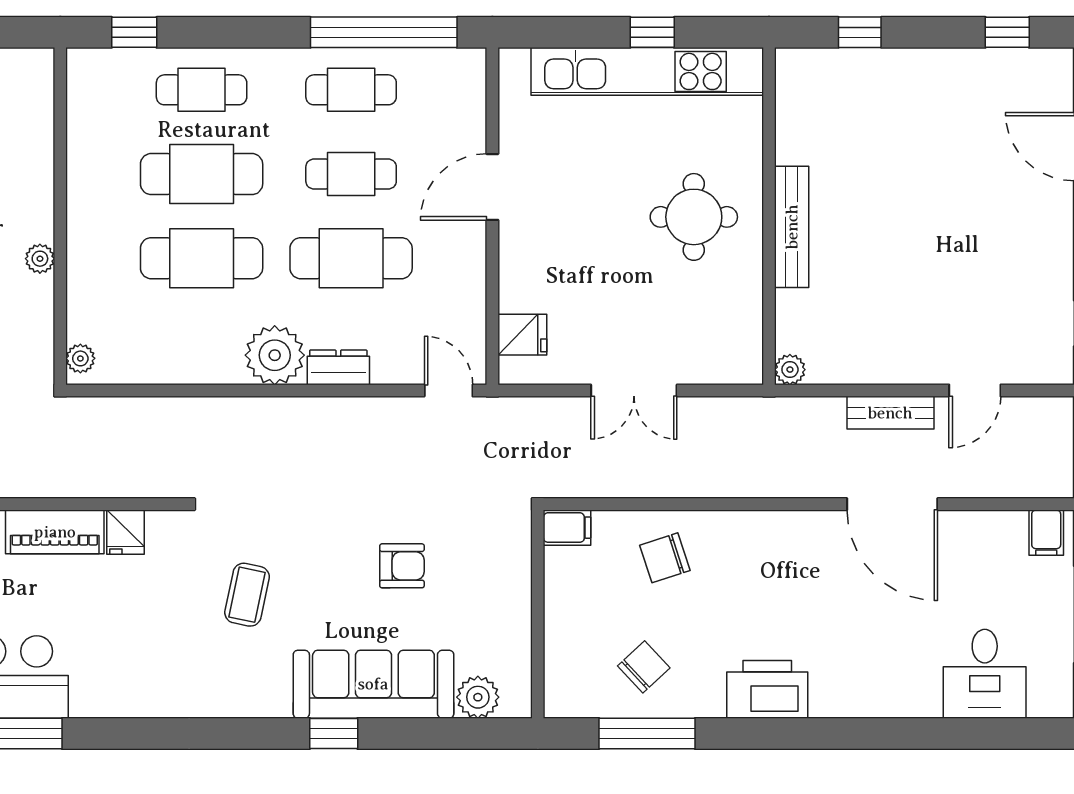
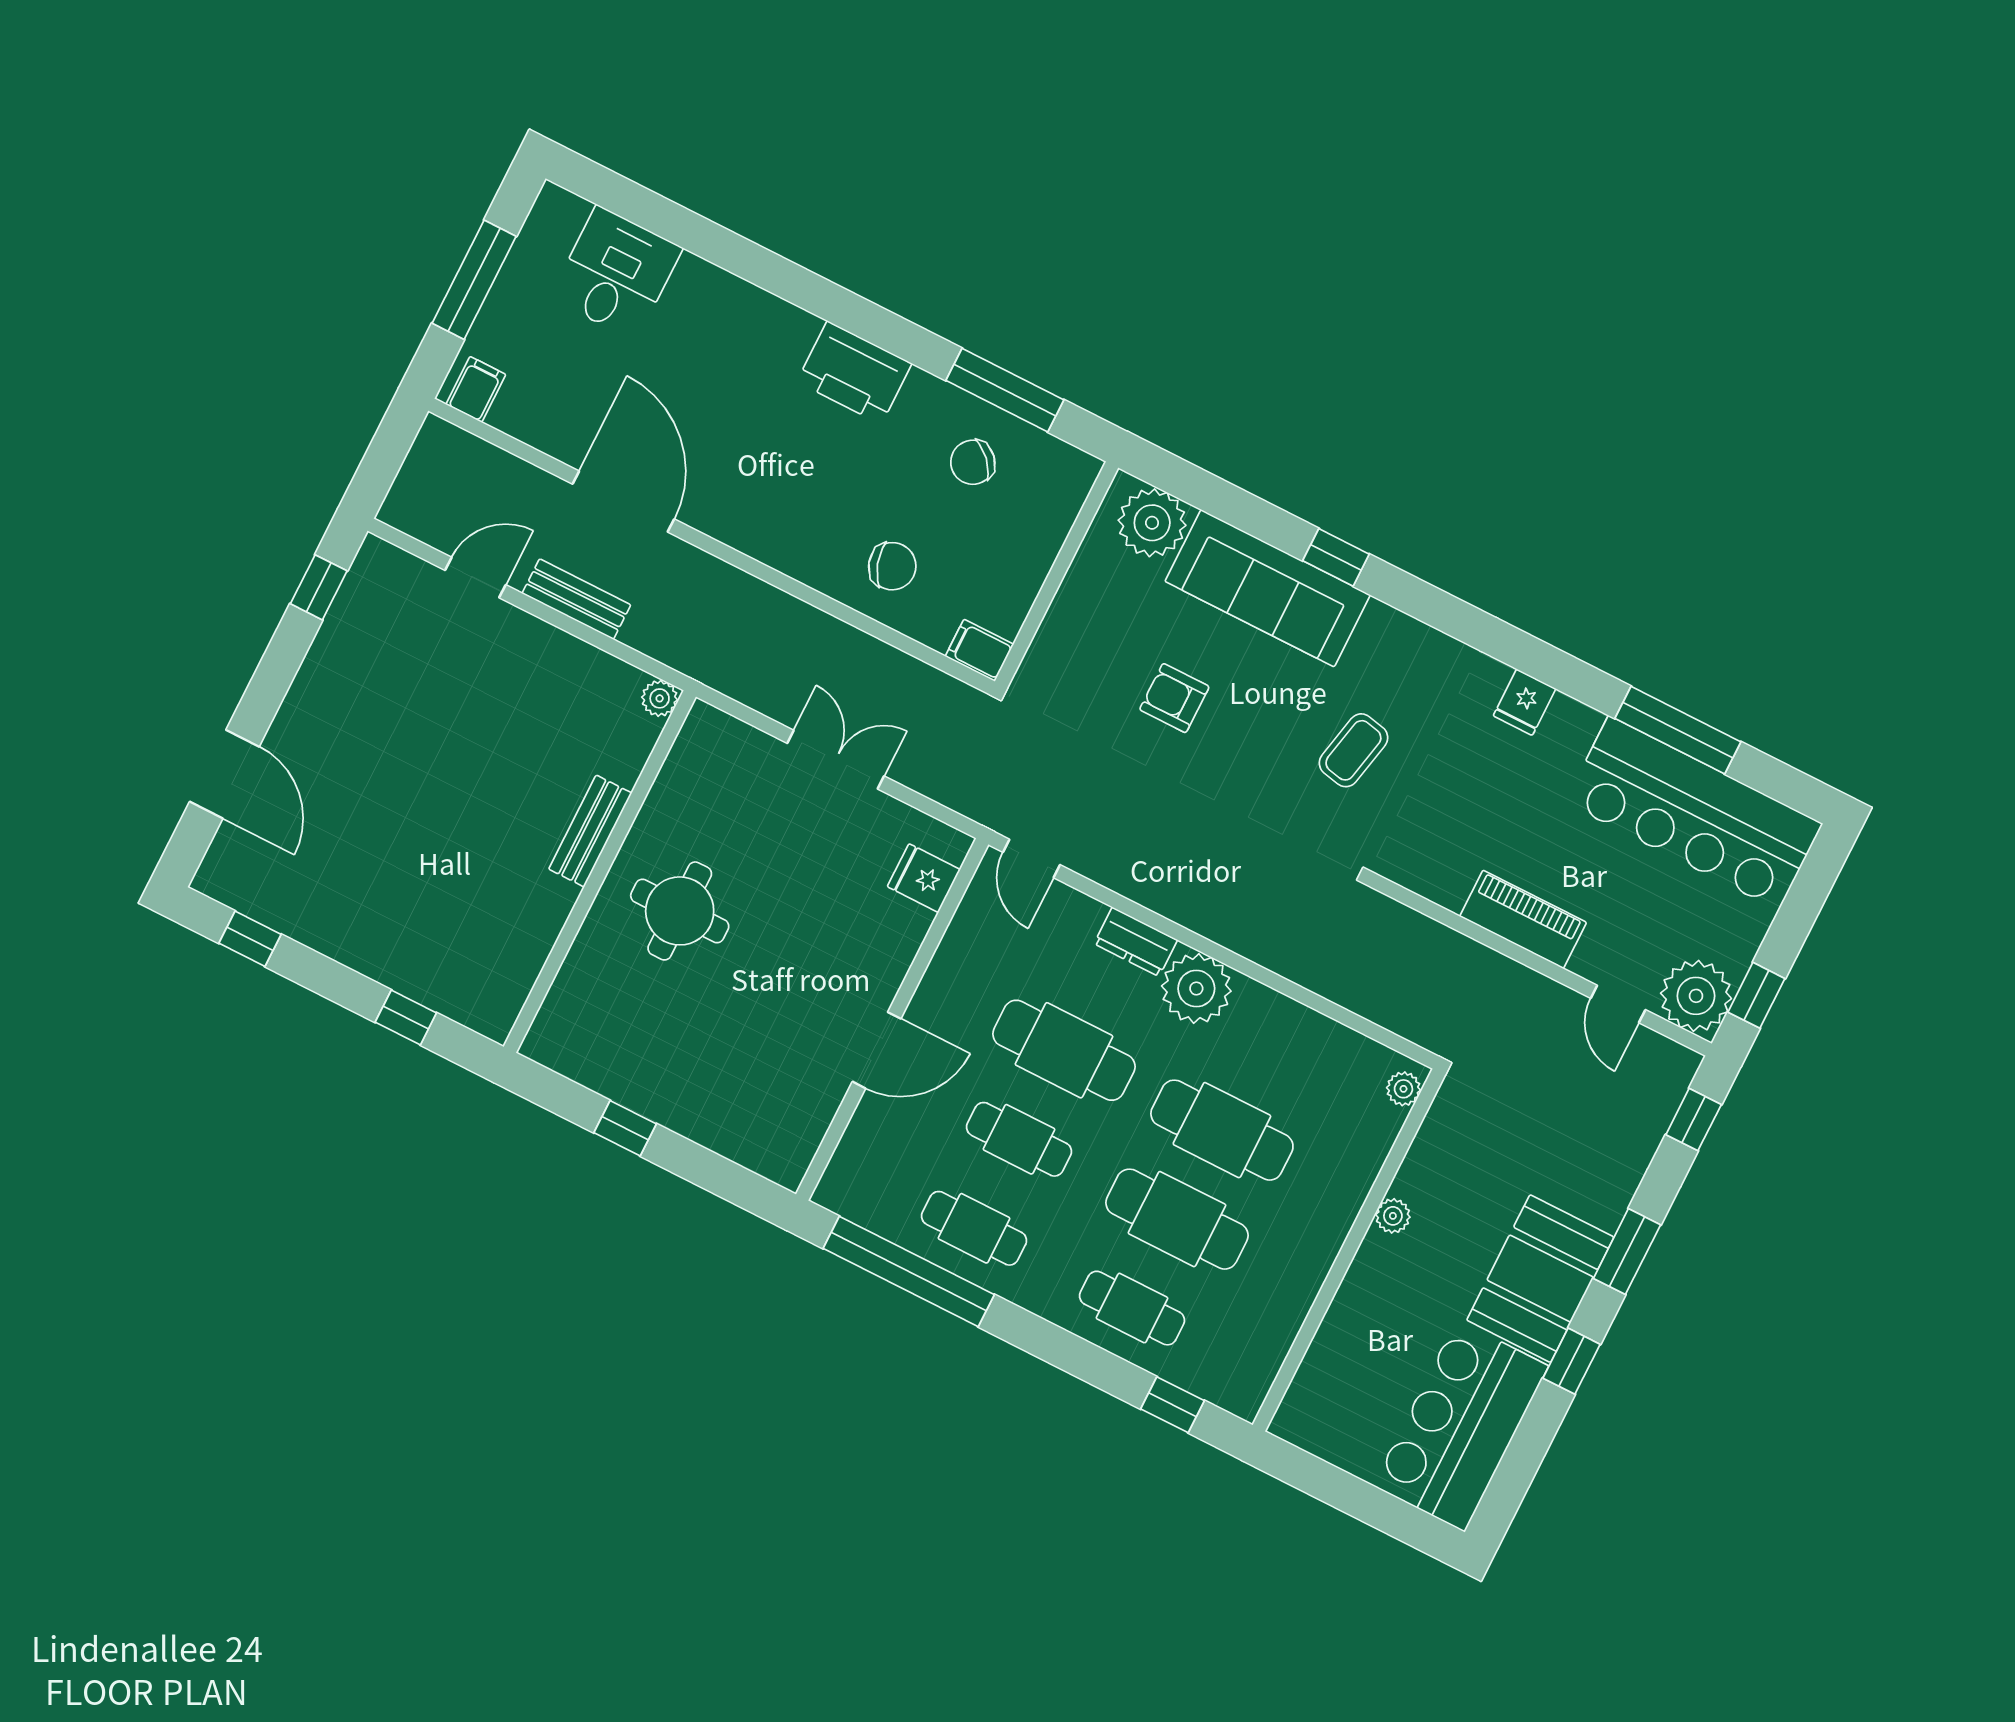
kitchen unit: (647, 71) -> (651, 1090), removed
bench: (792, 227) -> (590, 831), width x0.73
fridge: (126, 532) -> (1525, 702), moved, turned 180
plant: (478, 697) -> (1152, 523), width x1.36, depth x1.36

